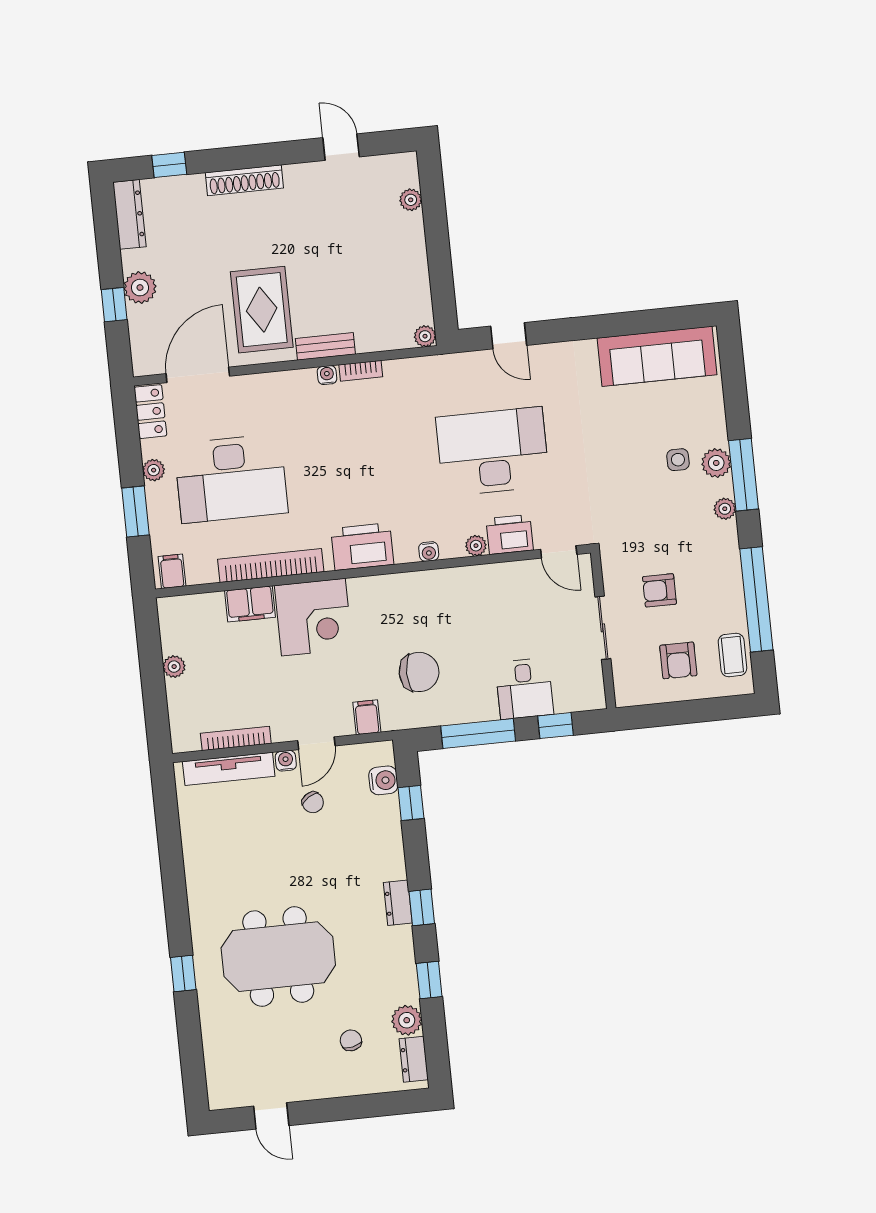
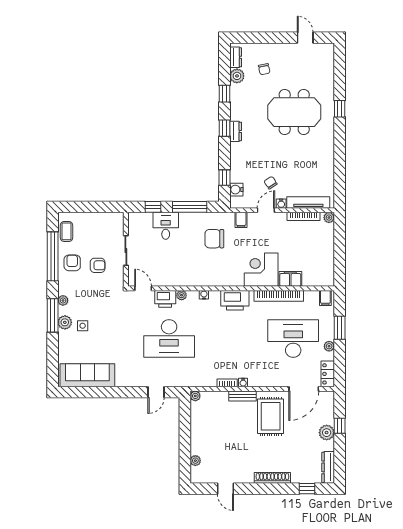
door: (509, 336) -> (156, 392), swing flipped
armchair: (678, 660) -> (72, 263), moved
plant: (174, 667) -> (329, 218), moved

